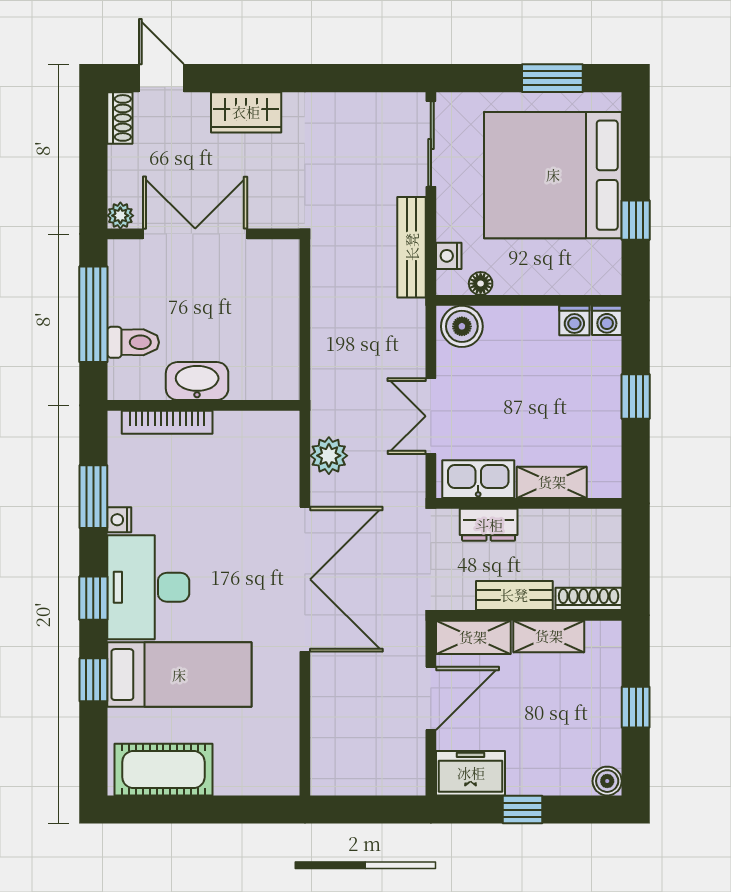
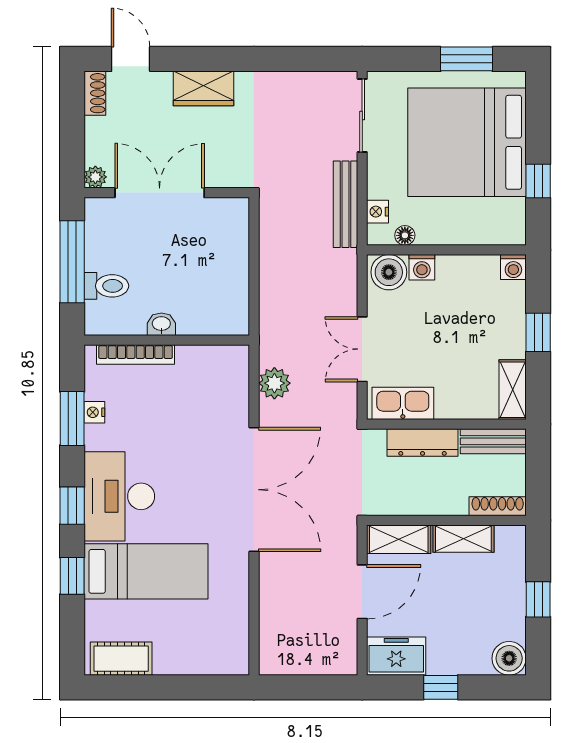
washing machine: (574, 321) -> (422, 267), moved
washbasin: (197, 381) -> (161, 324), width x0.52, depth x0.69
shelving: (552, 482) -> (513, 390), moved, turned 90
nightstand: (119, 520) -> (94, 412), moved
dresser: (489, 525) -> (423, 443), width x1.44
bench: (514, 595) -> (493, 441), moved
cot: (163, 770) -> (121, 659), width x0.73, depth x0.75
boiler: (607, 781) -> (509, 658), width x1.36, depth x1.36

